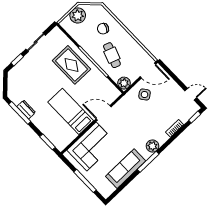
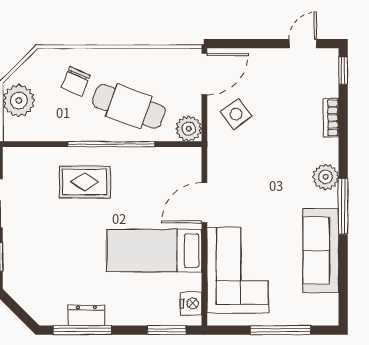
cafe table: (112, 55) -> (129, 106), width x1.37, depth x1.35
rug: (71, 65) -> (85, 182), width x0.73, depth x0.70
nightstand: (65, 141) -> (191, 304), added

